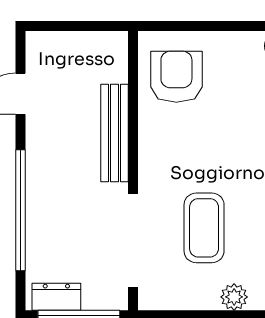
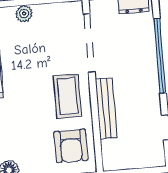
coffee table: (204, 228) -> (68, 96), moved

